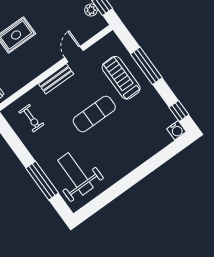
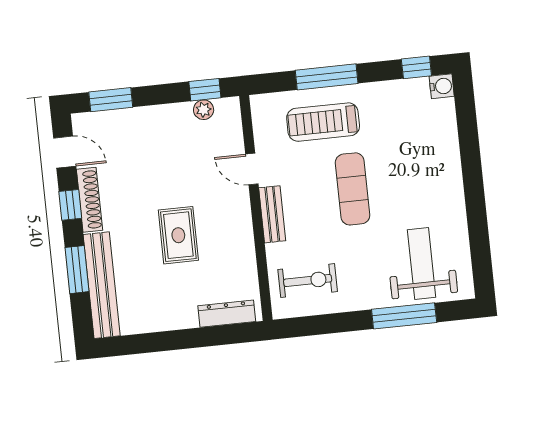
exercise bike: (31, 118) -> (308, 281), width x1.38, depth x1.39
weight bench: (75, 174) -> (422, 264), turned 90

